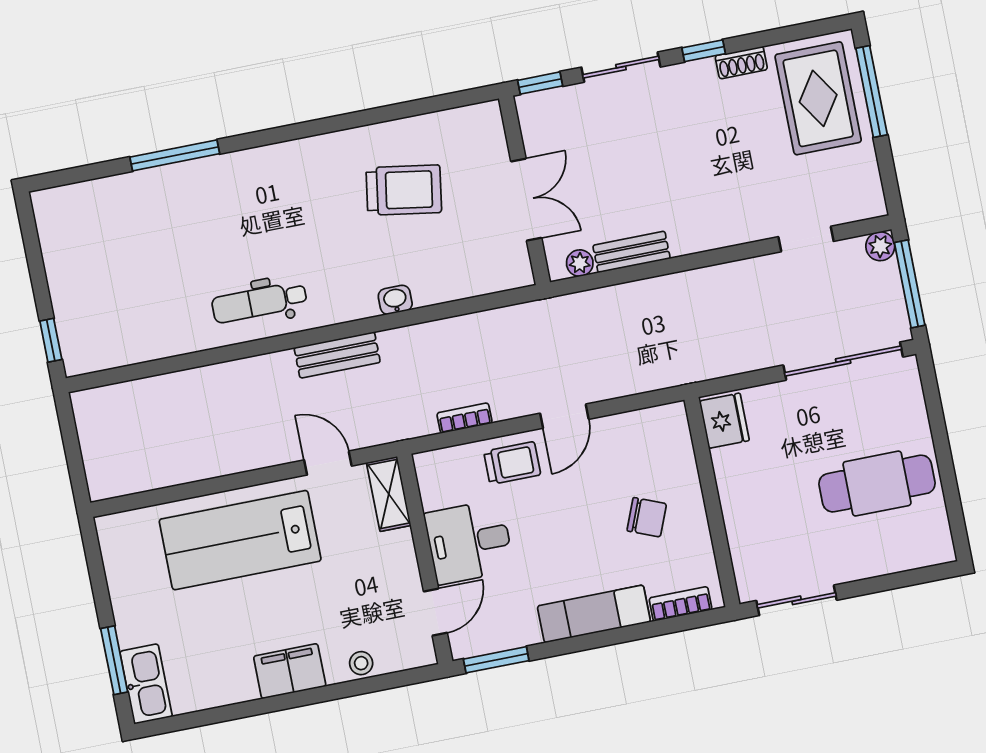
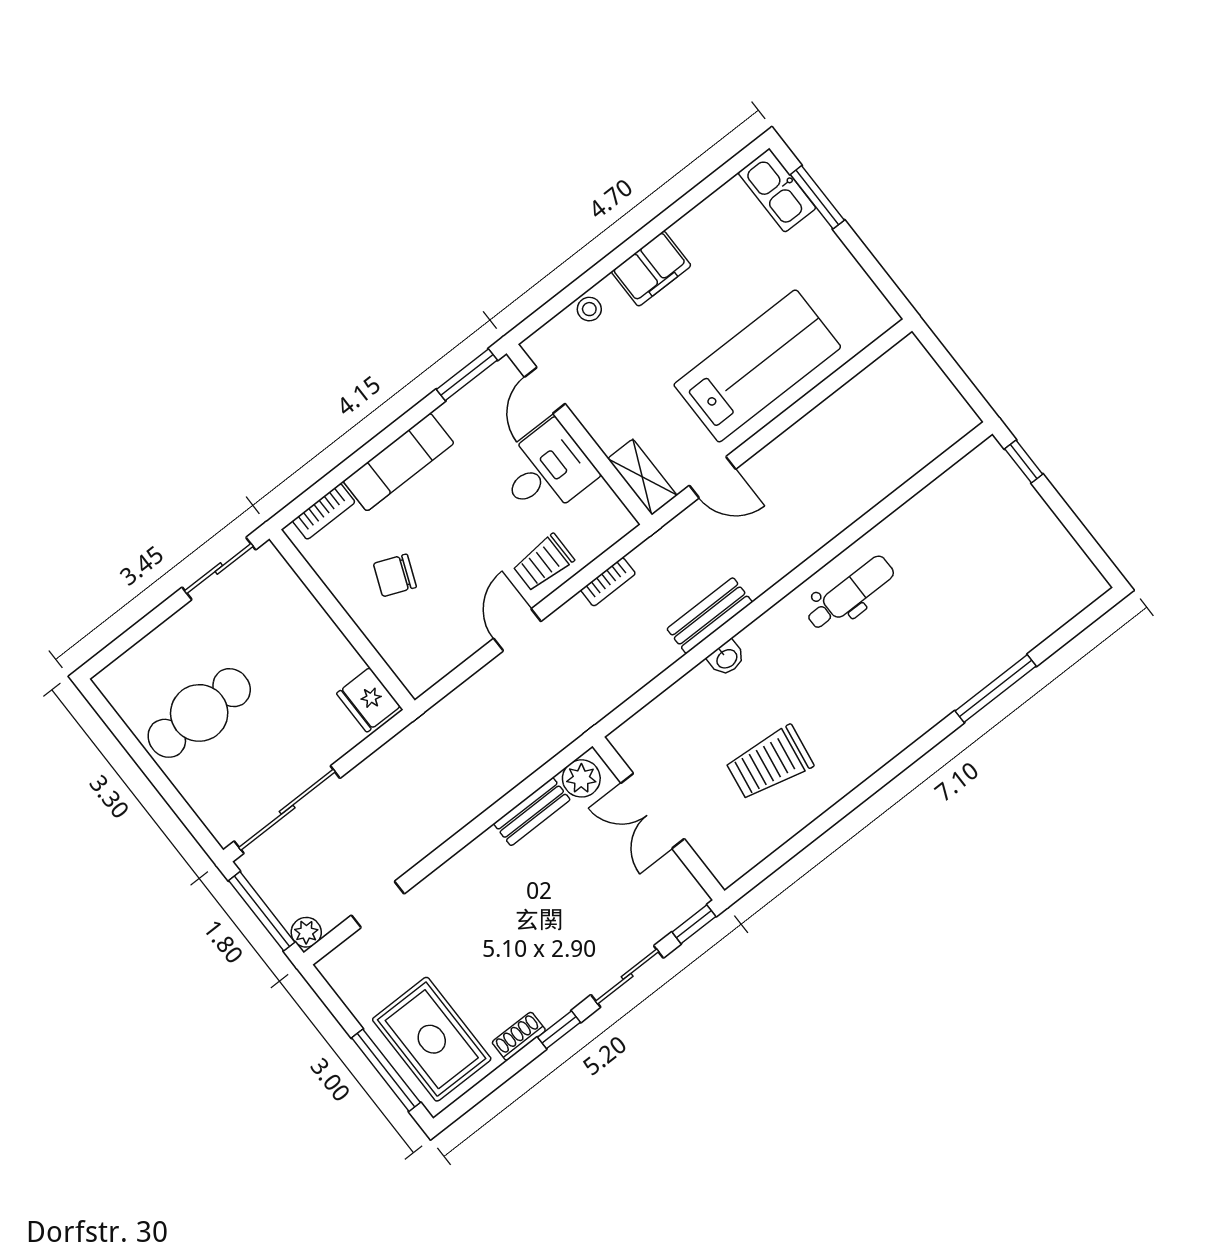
plant: (580, 263) -> (581, 778), width x1.38, depth x1.38
bench: (337, 355) -> (710, 616), moved

